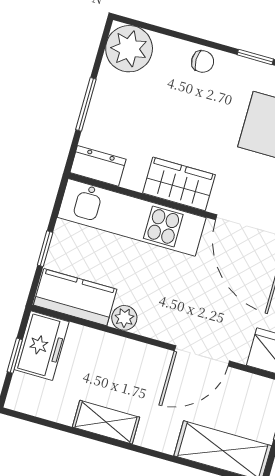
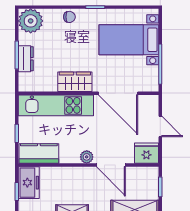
dresser: (98, 166) -> (26, 59), moved, turned 90
plant: (124, 318) -> (87, 157), moved
door: (202, 356) -> (111, 165), hinge flipped

